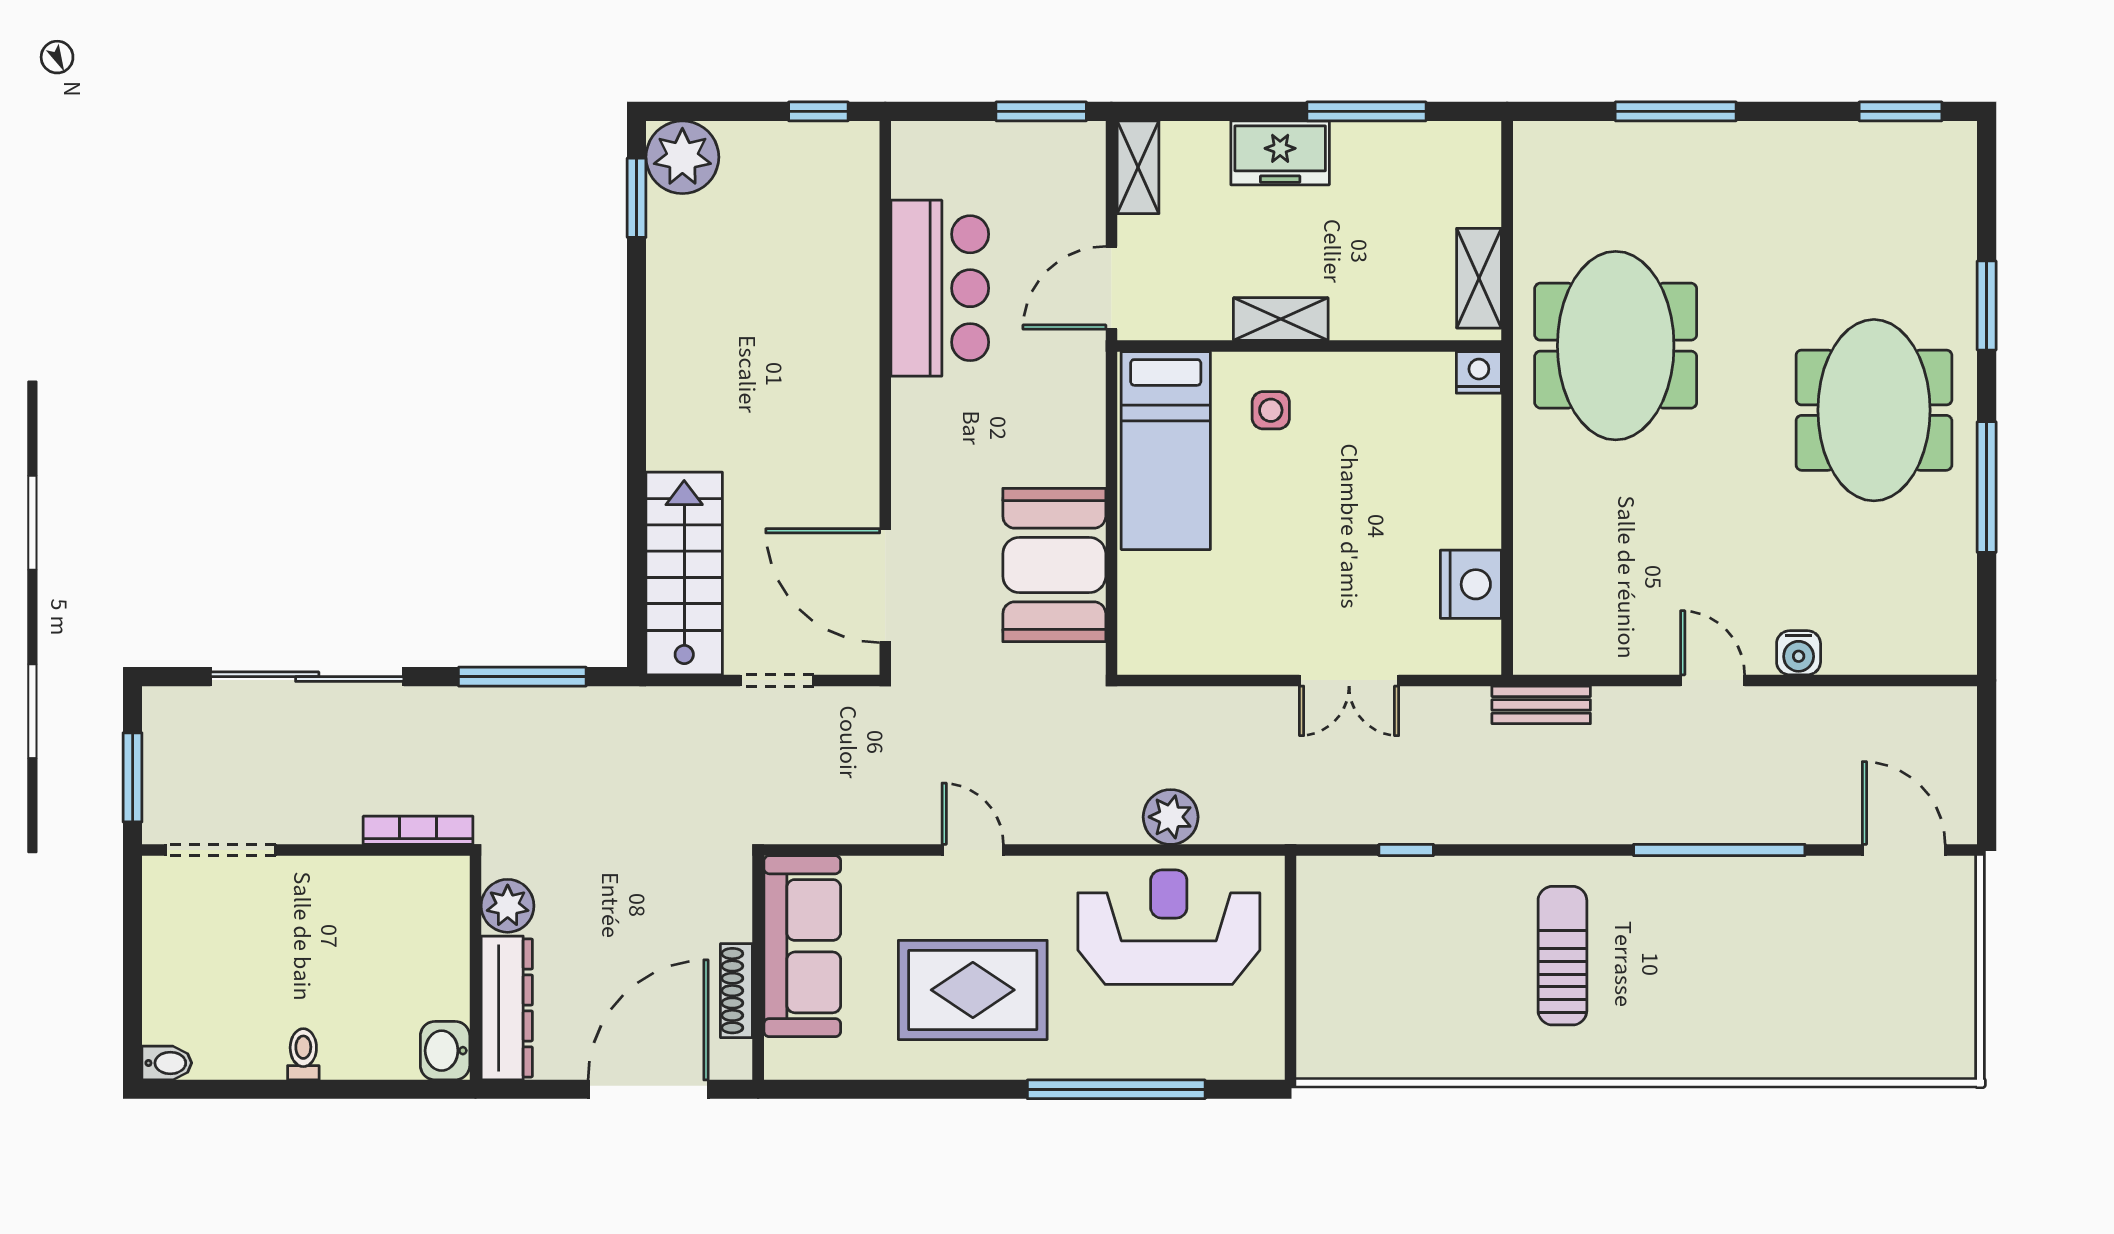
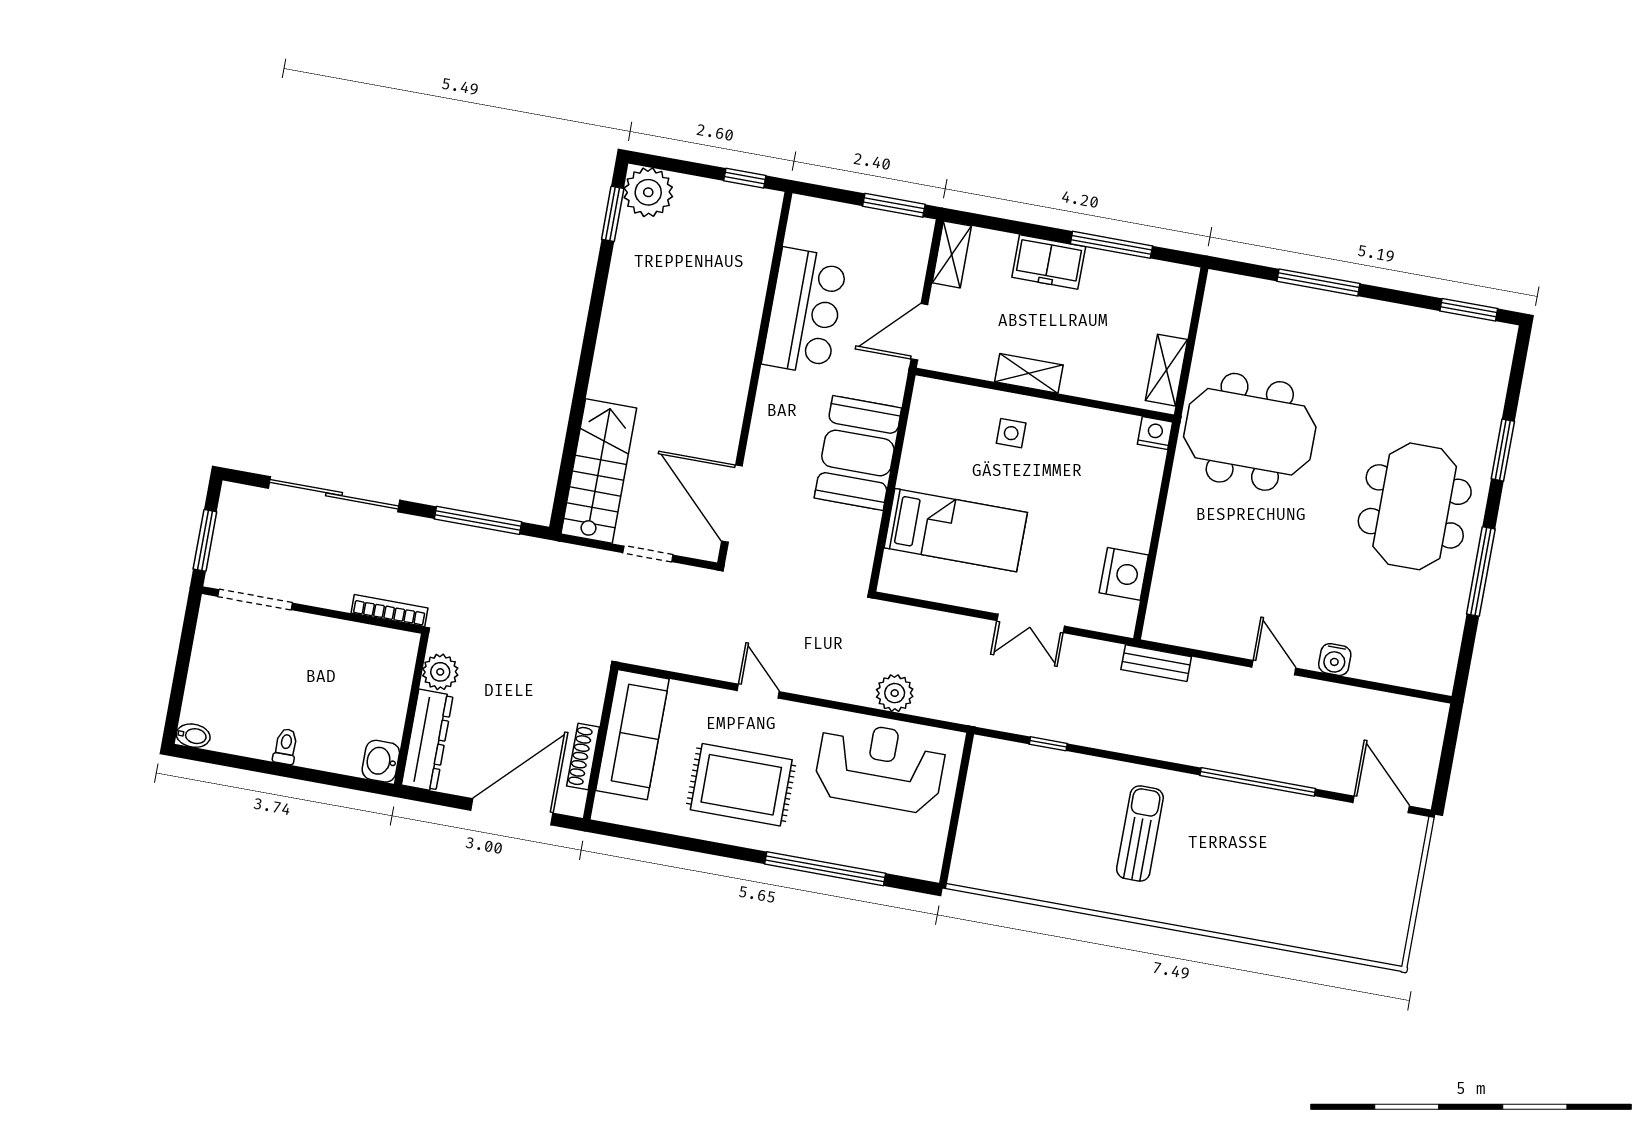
meeting table: (1616, 346) -> (1250, 432), turned 90
bed: (1166, 451) -> (956, 530), moved, turned -90
booth: (1054, 565) -> (858, 453), moved

